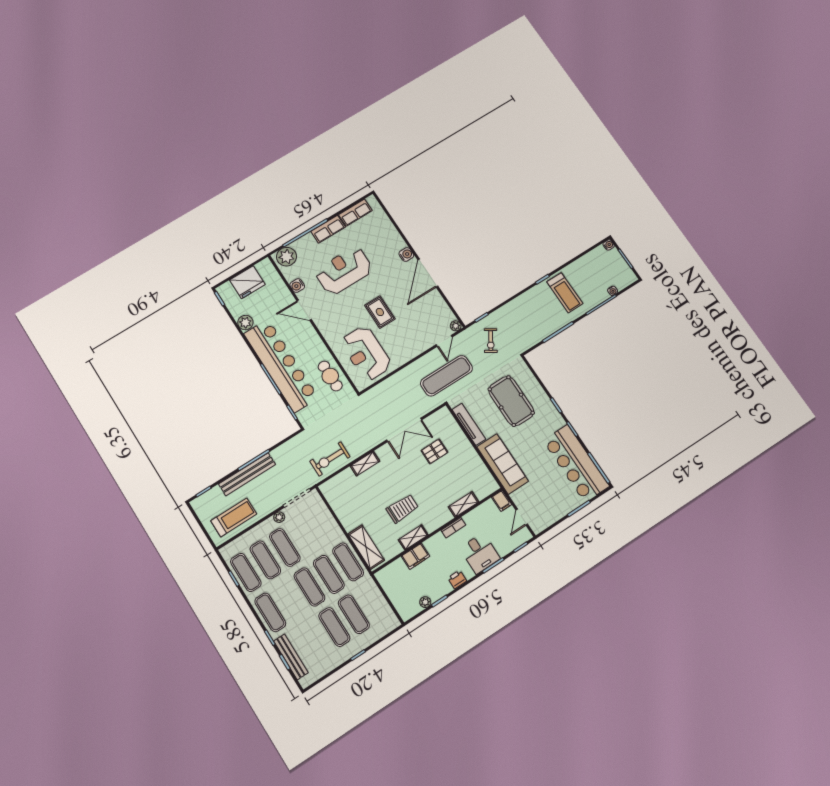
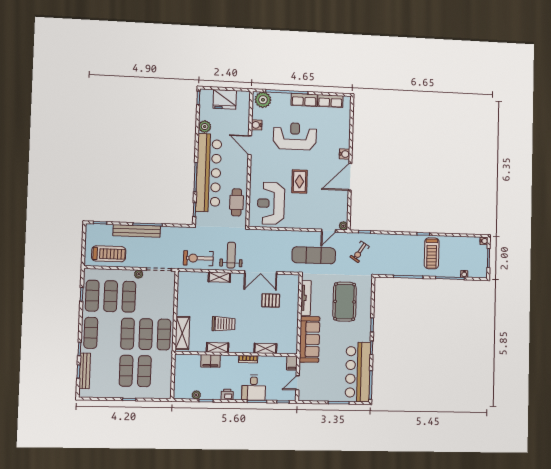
weight bench: (362, 433) -> (231, 255), added

